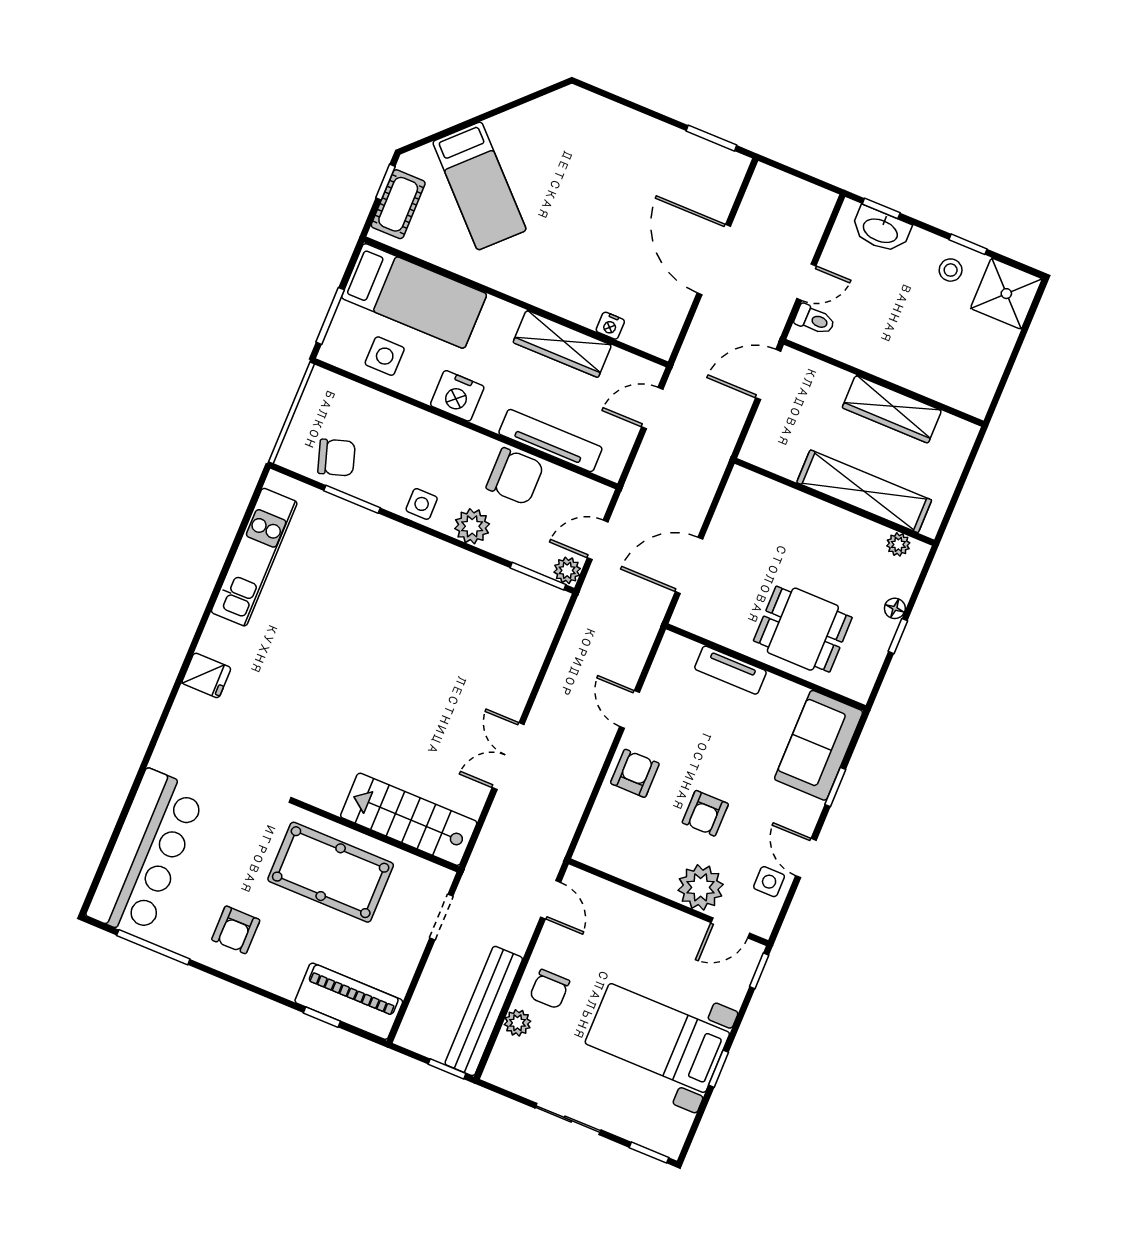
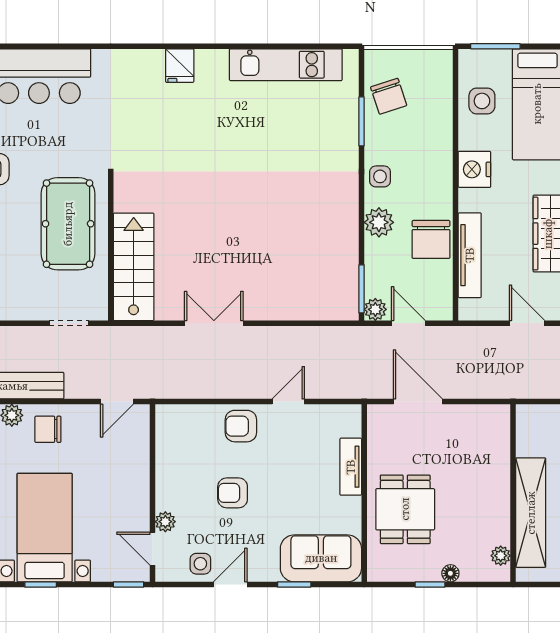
armchair: (635, 773) -> (241, 426), turned 180
plant: (701, 887) -> (165, 522), width x0.53, depth x0.53

